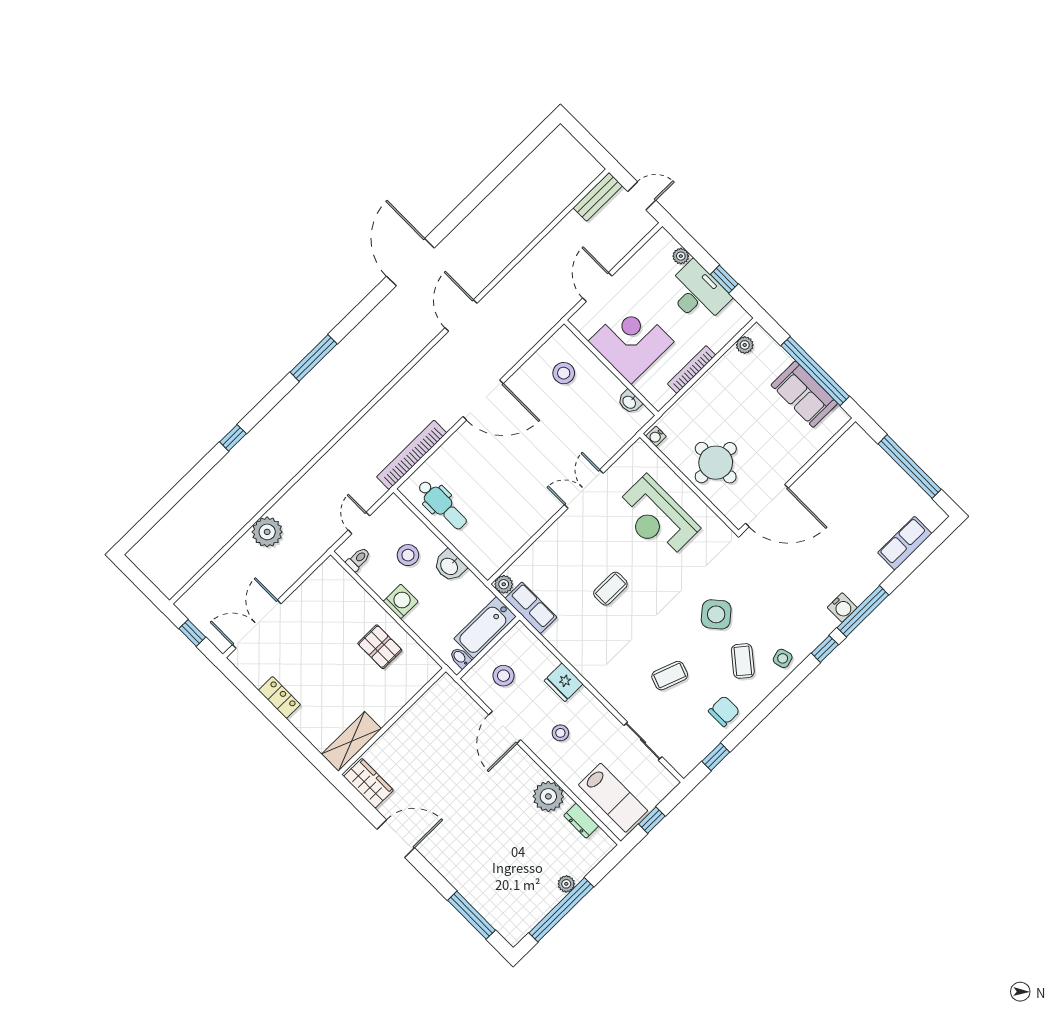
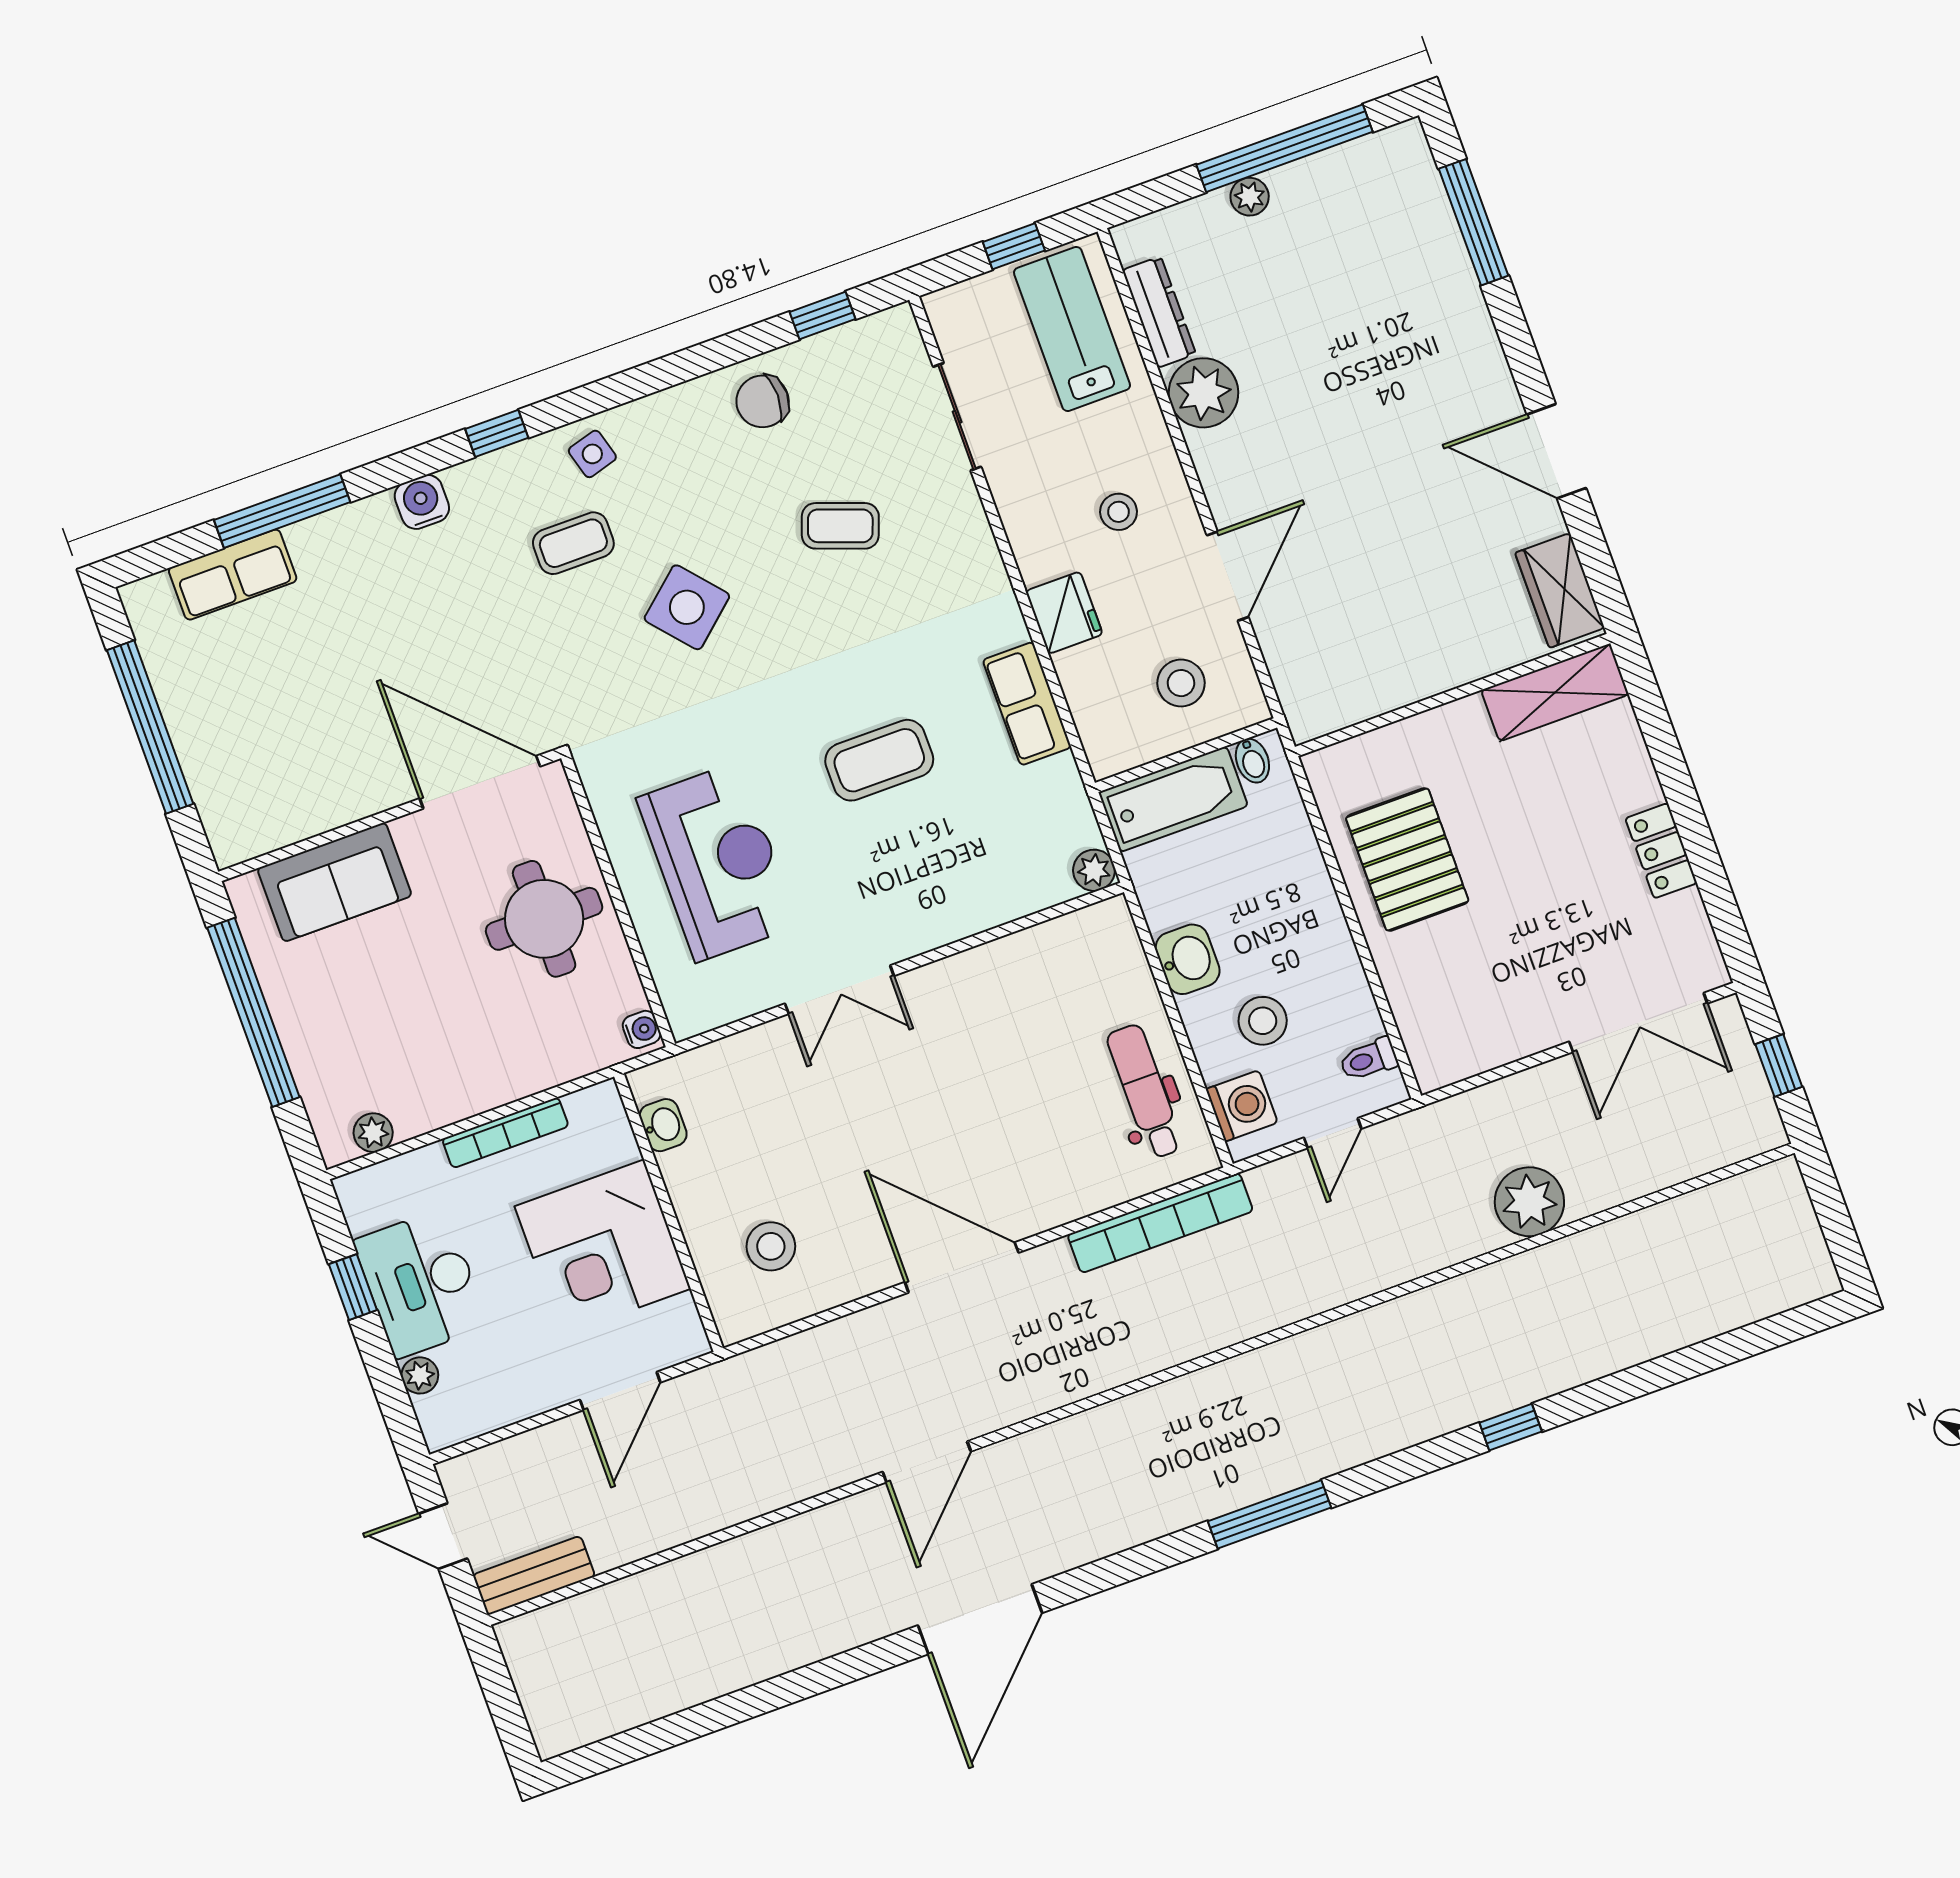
sofa: (804, 394) -> (334, 882), moved, turned 90
coffee table: (610, 589) -> (879, 760), width x1.36, depth x1.30
washing machine: (401, 601) -> (1242, 1106), moved, turned 180
row of seats: (531, 608) -> (1027, 704), moved
window: (863, 611) -> (282, 511), moved
pallet: (380, 647) -> (1407, 859), width x1.50, depth x1.42
coffee table: (743, 661) -> (573, 543), moved, turned 51
dresser: (581, 821) -> (1159, 312), width x1.44

